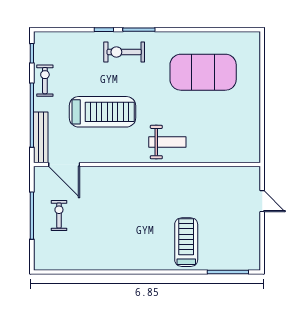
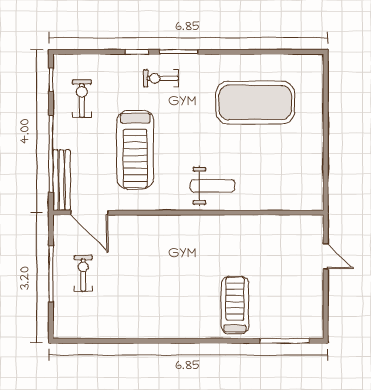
exercise bike: (124, 52) -> (161, 78), width x0.73, depth x0.72
exercise bike: (45, 81) -> (82, 99), moved
treadmill: (102, 112) -> (135, 150), turned 90

